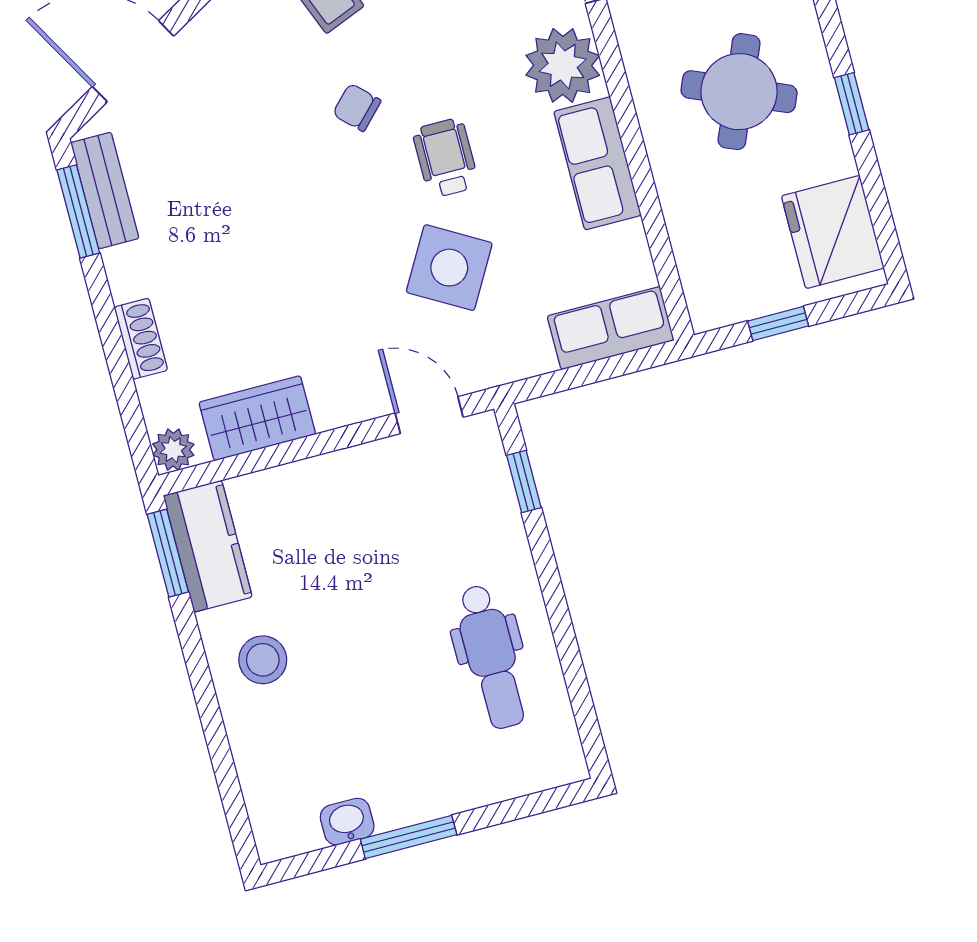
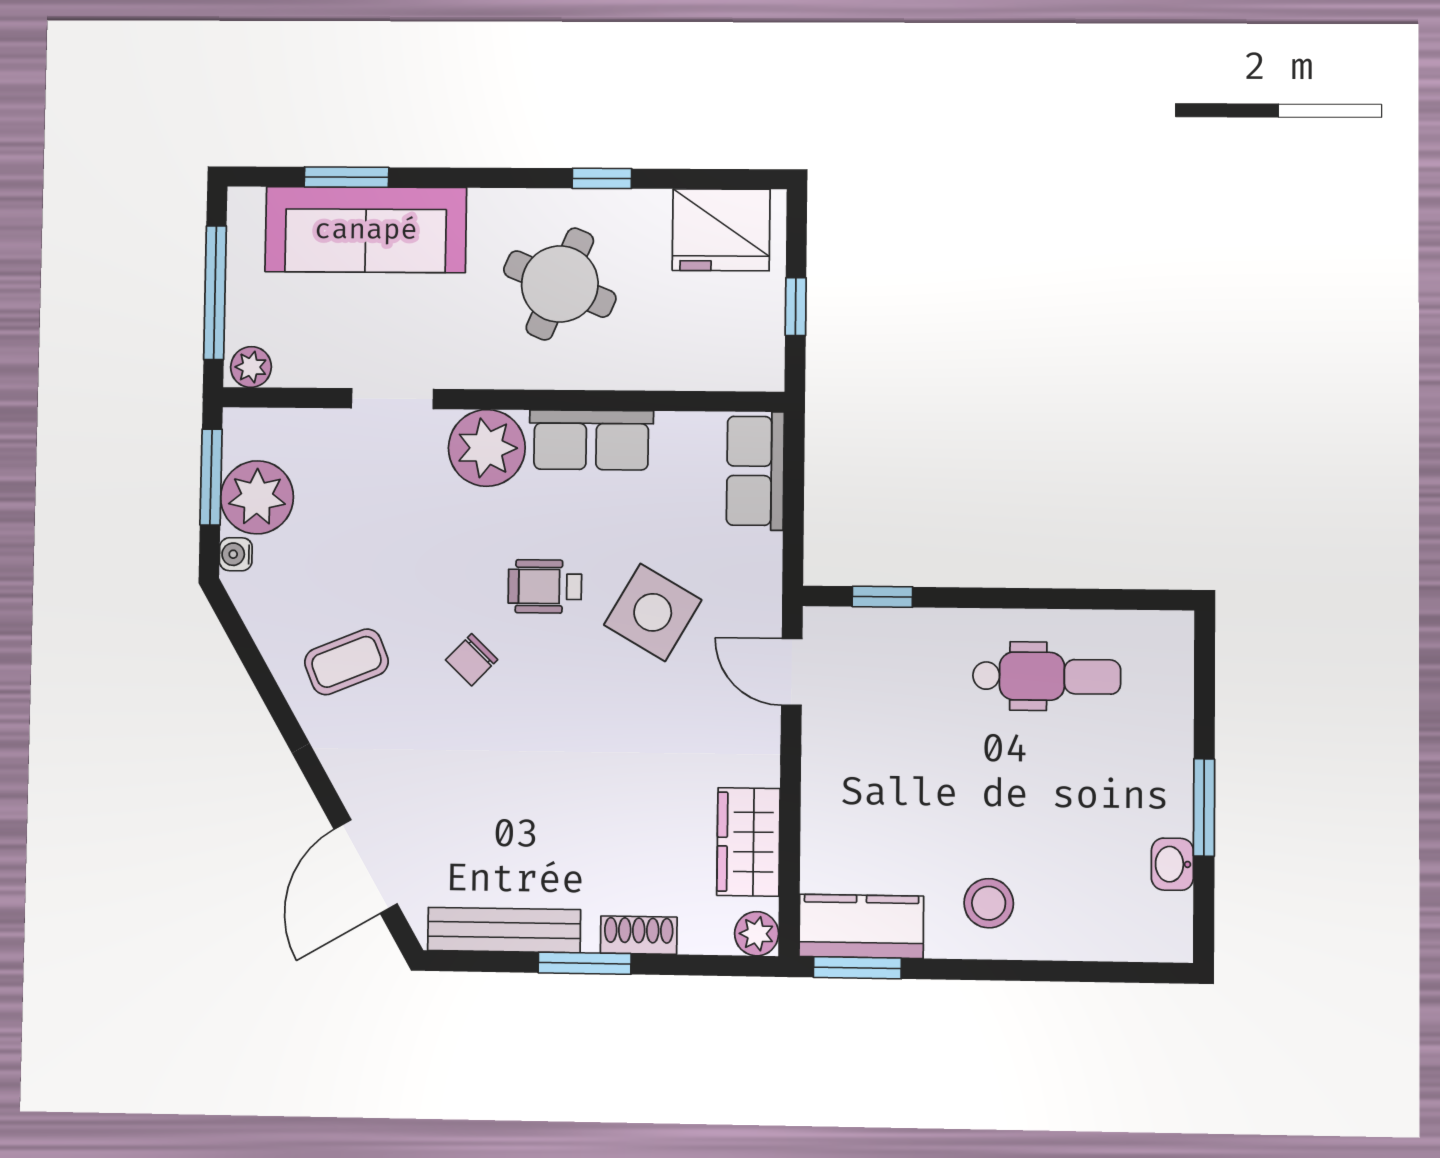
bench: (105, 190) -> (504, 930), width x1.36
window: (78, 211) -> (585, 963), moved
door: (429, 415) -> (792, 672), hinge flipped

